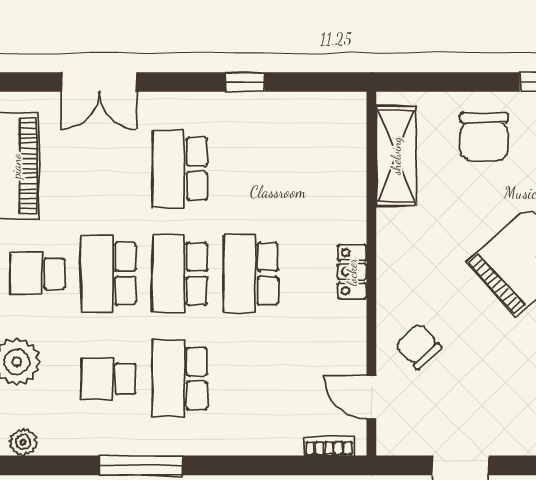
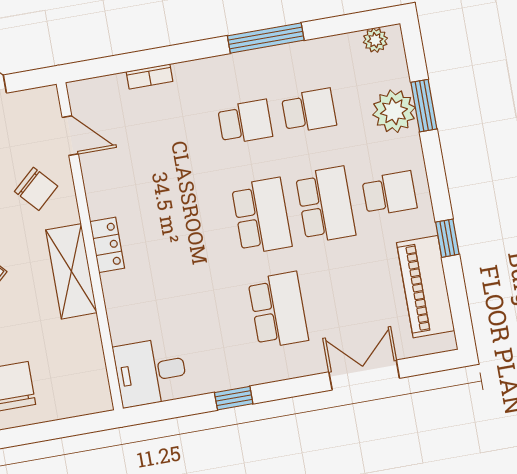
desk: (330, 126) -> (151, 372), added
shelving: (396, 156) -> (71, 271), moved
school desk: (251, 274) -> (198, 227), removed
school desk: (180, 379) -> (245, 122), width x0.54
bookcase: (329, 446) -> (149, 76), moved

